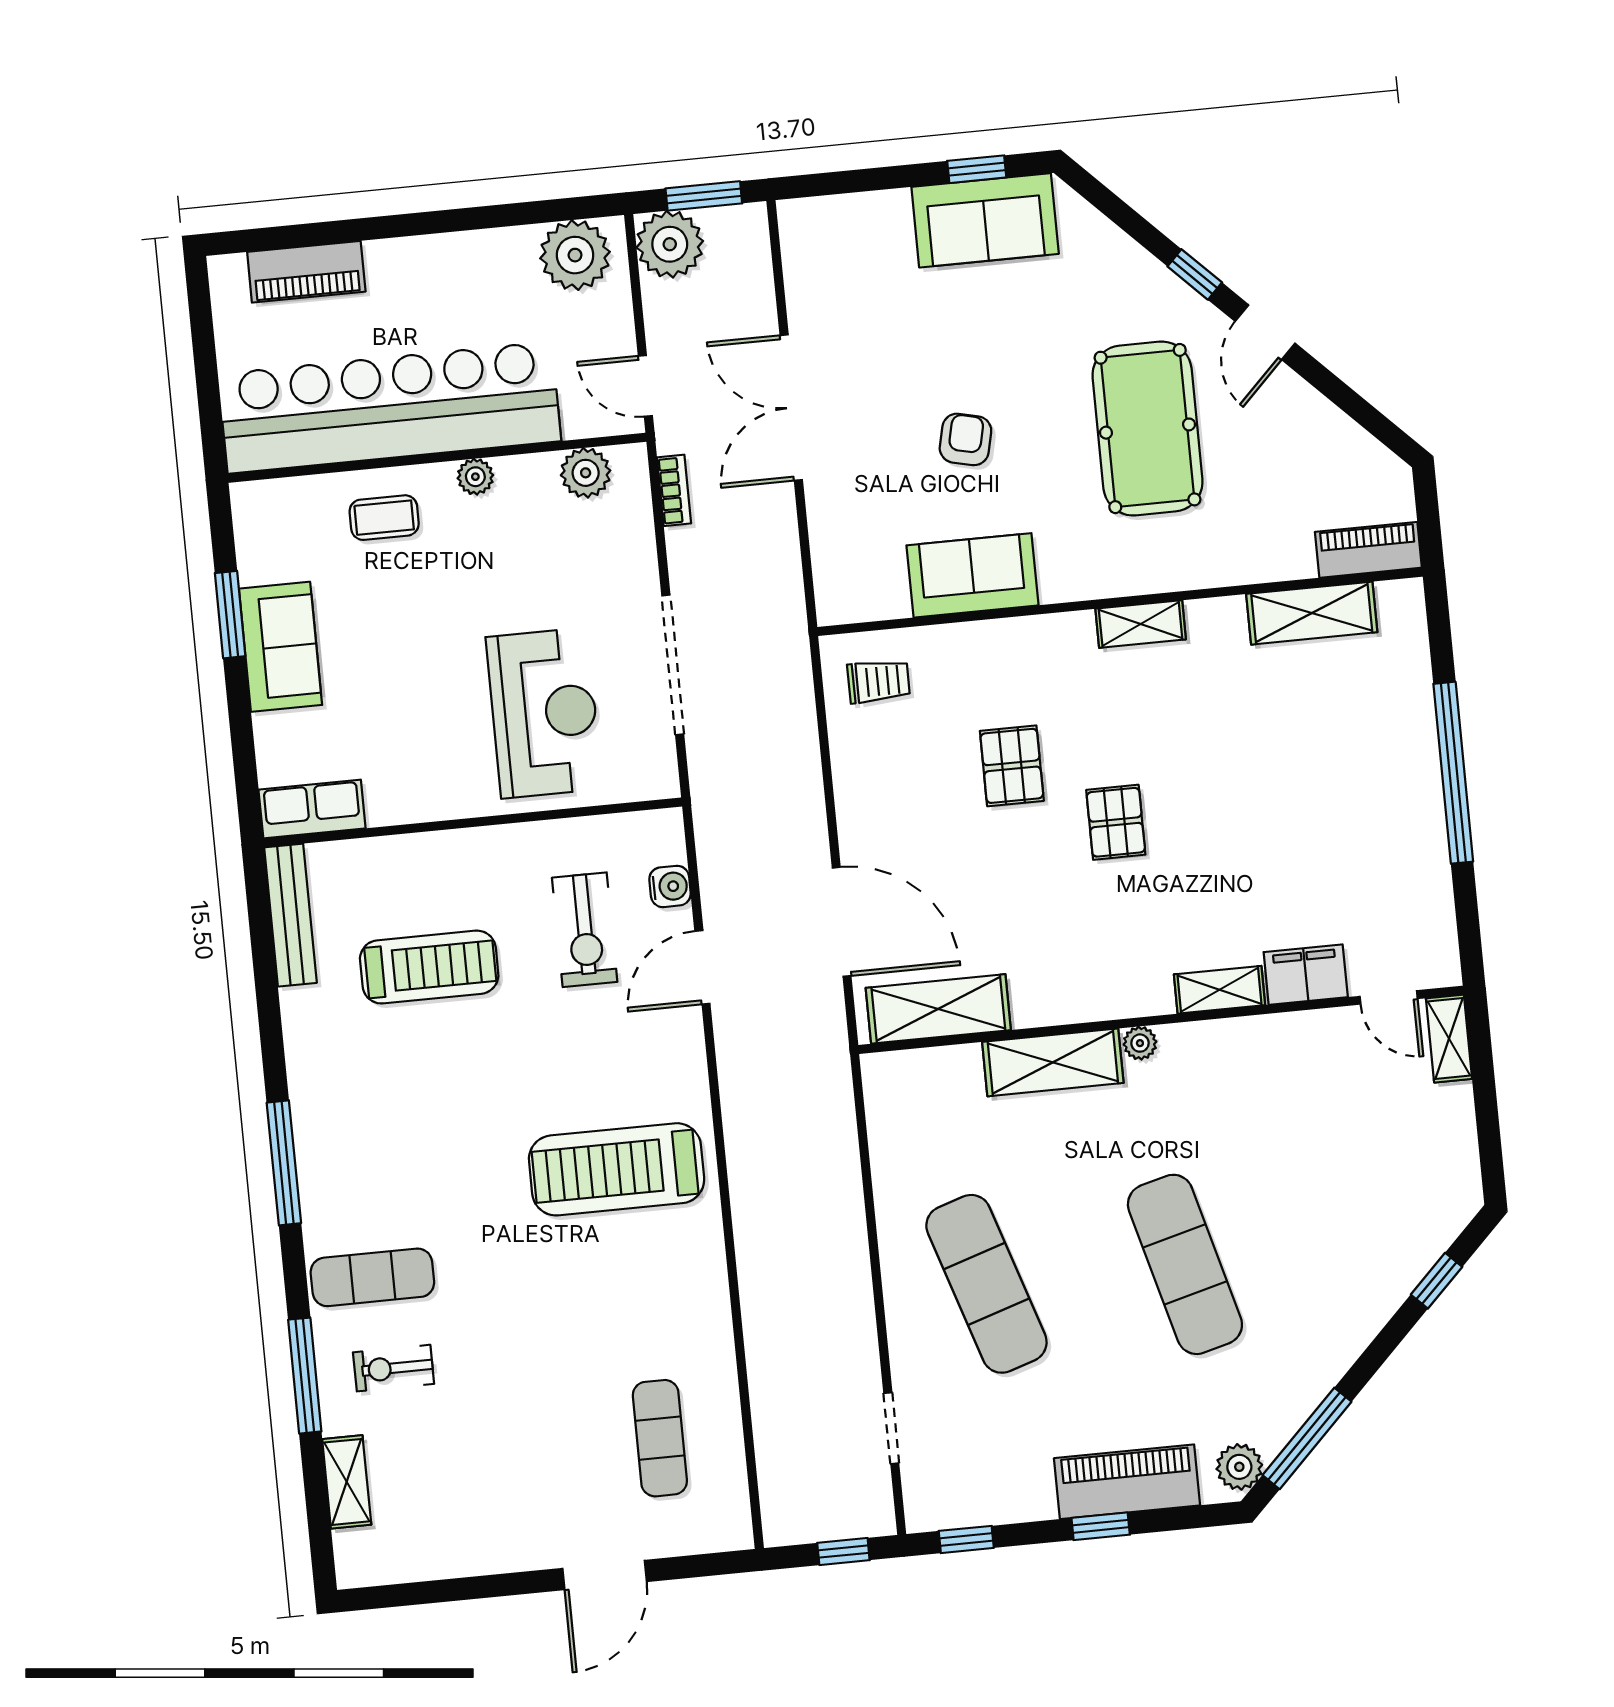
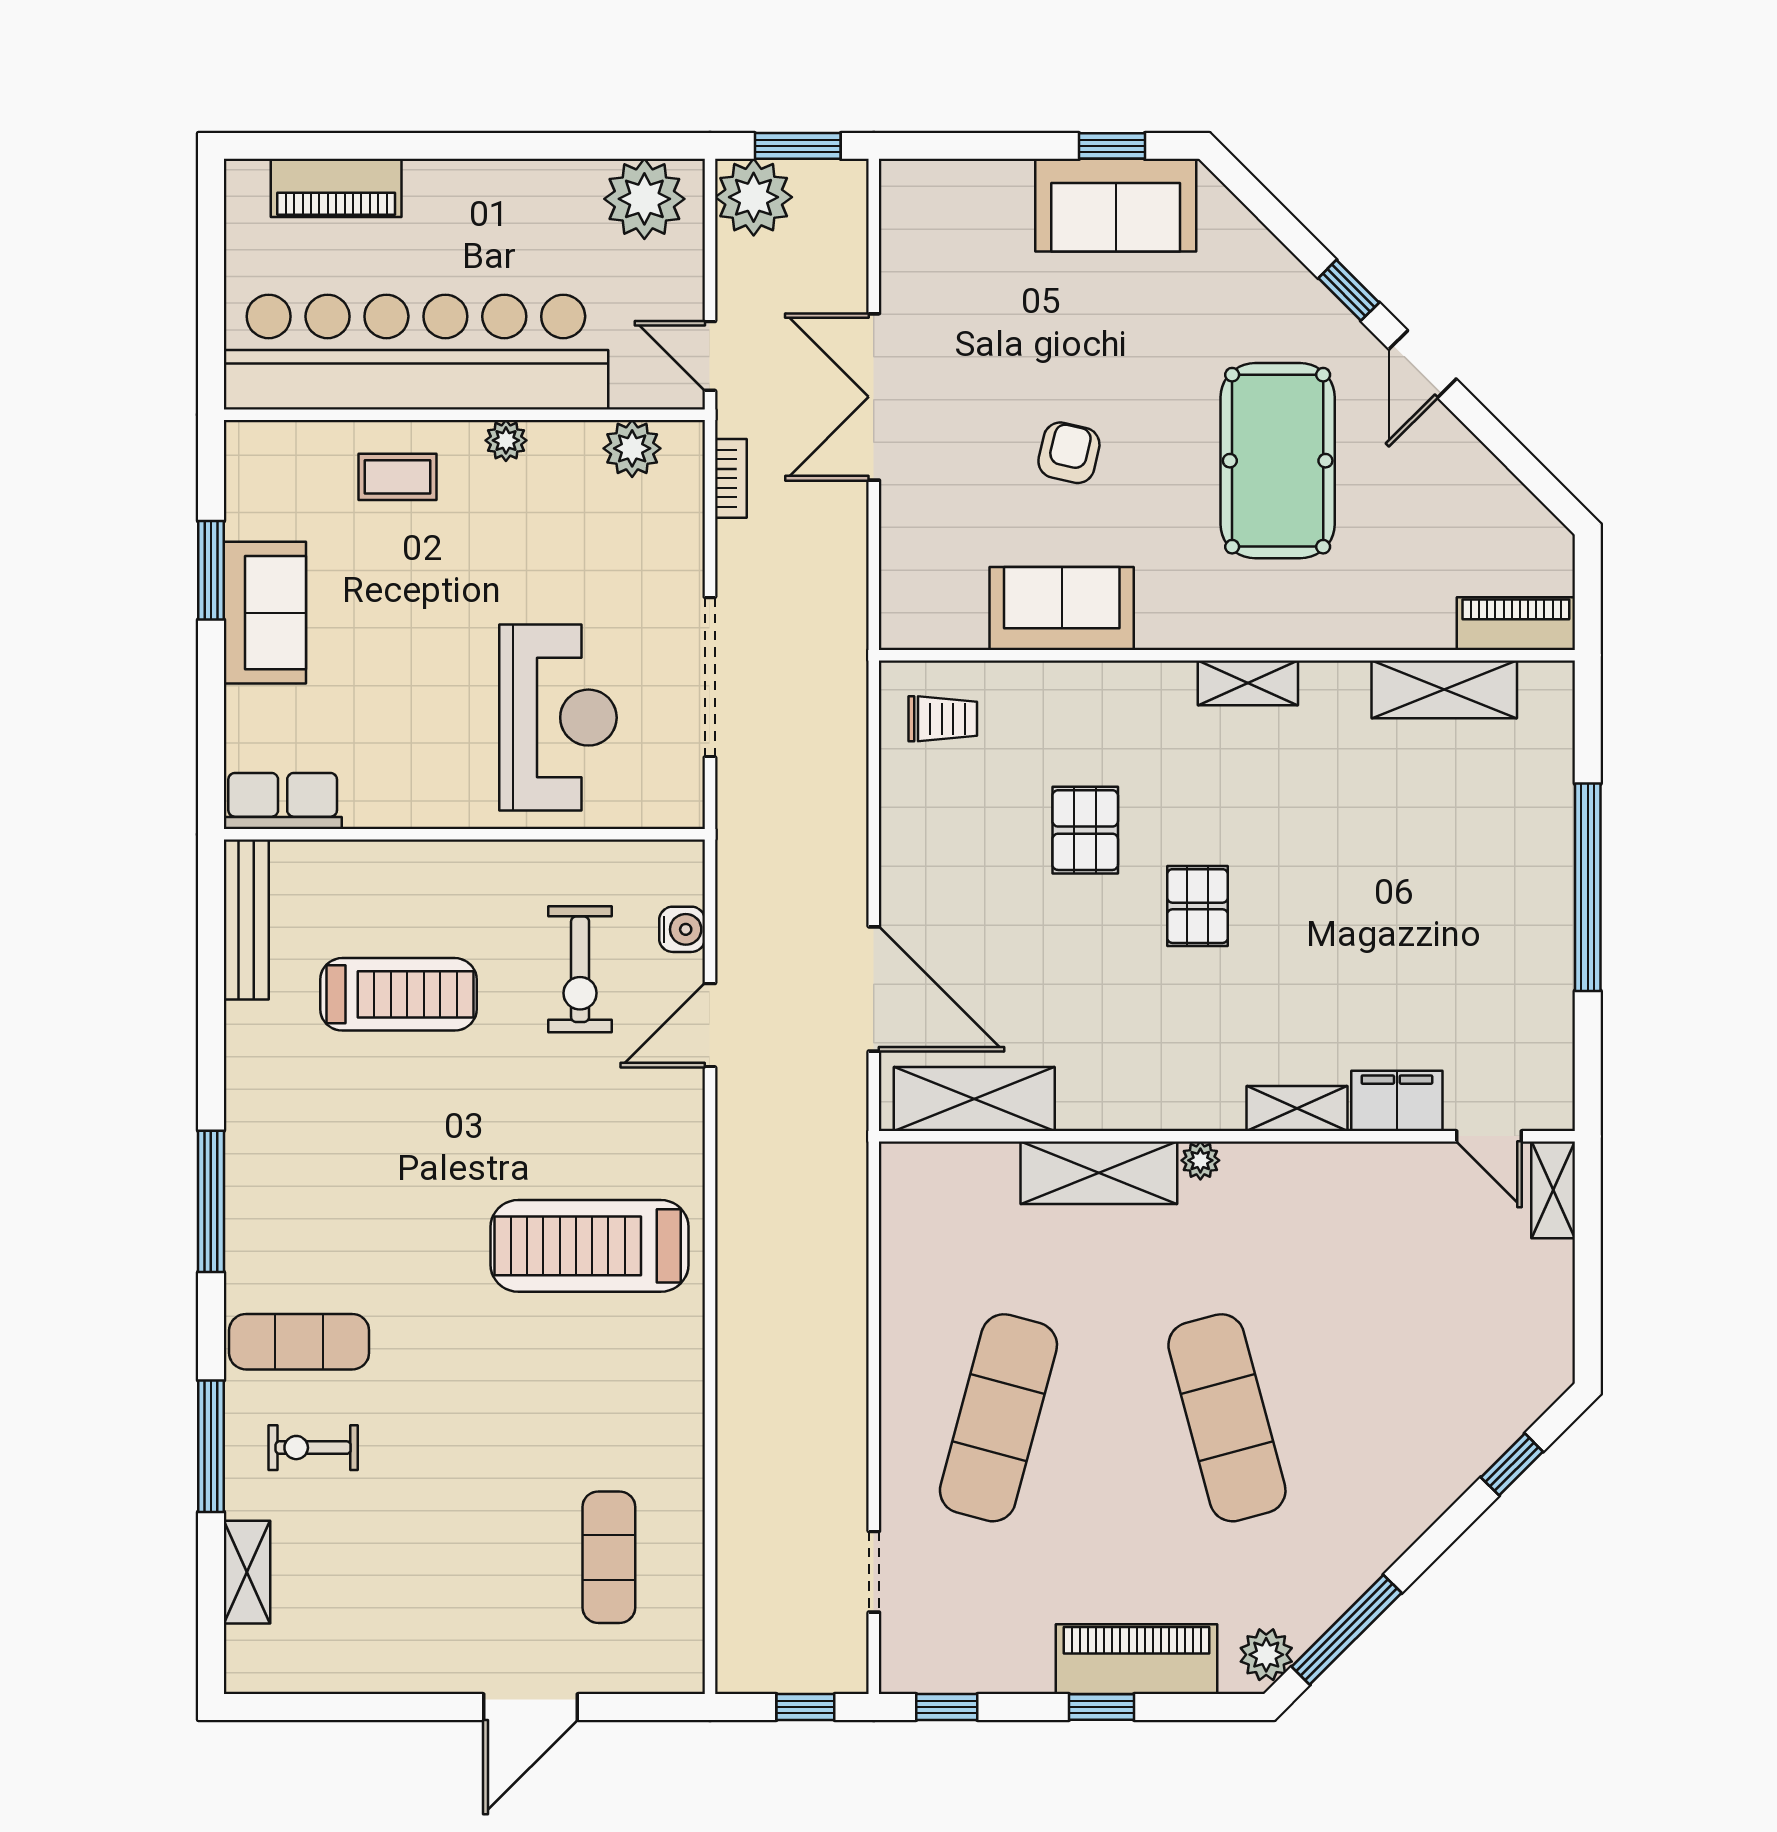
exercise mat: (986, 1284) -> (998, 1418), turned 33

